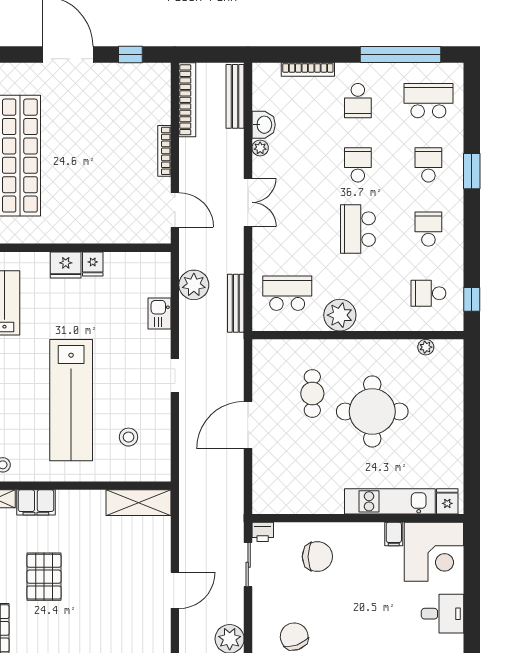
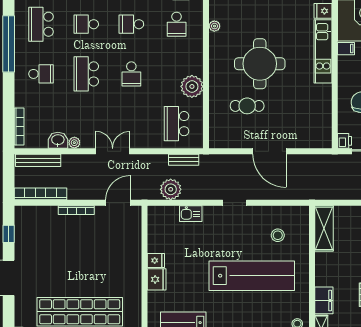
bookcase: (308, 70) -> (19, 127), moved
school desk: (358, 165) -> (86, 74), width x1.85
school desk: (358, 229) -> (131, 74), width x0.54
bench: (236, 303) -> (184, 160), width x0.73

